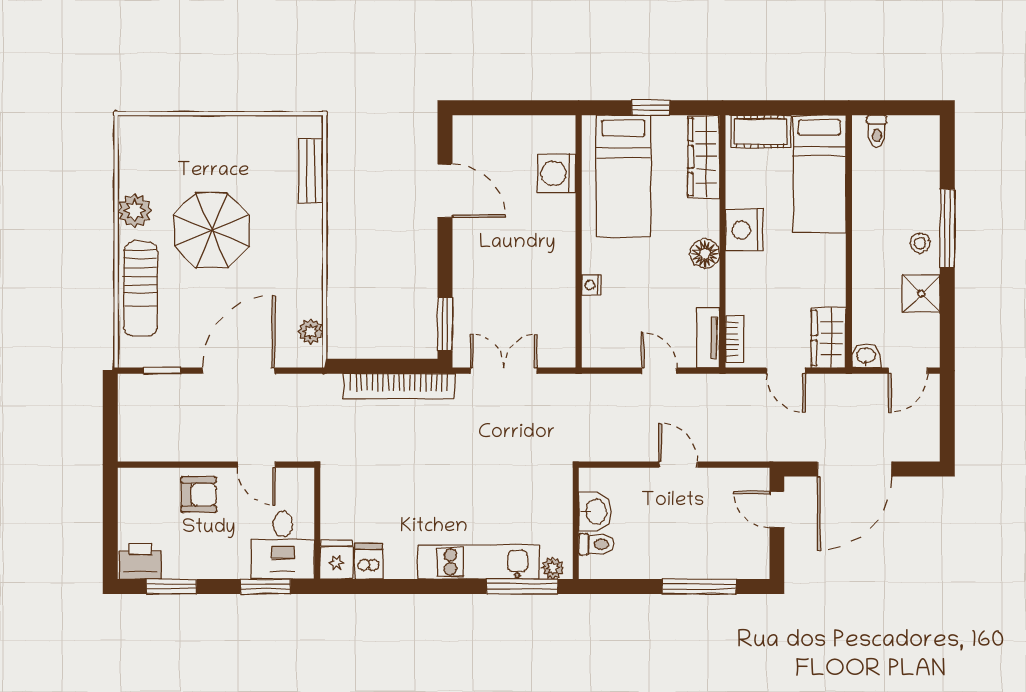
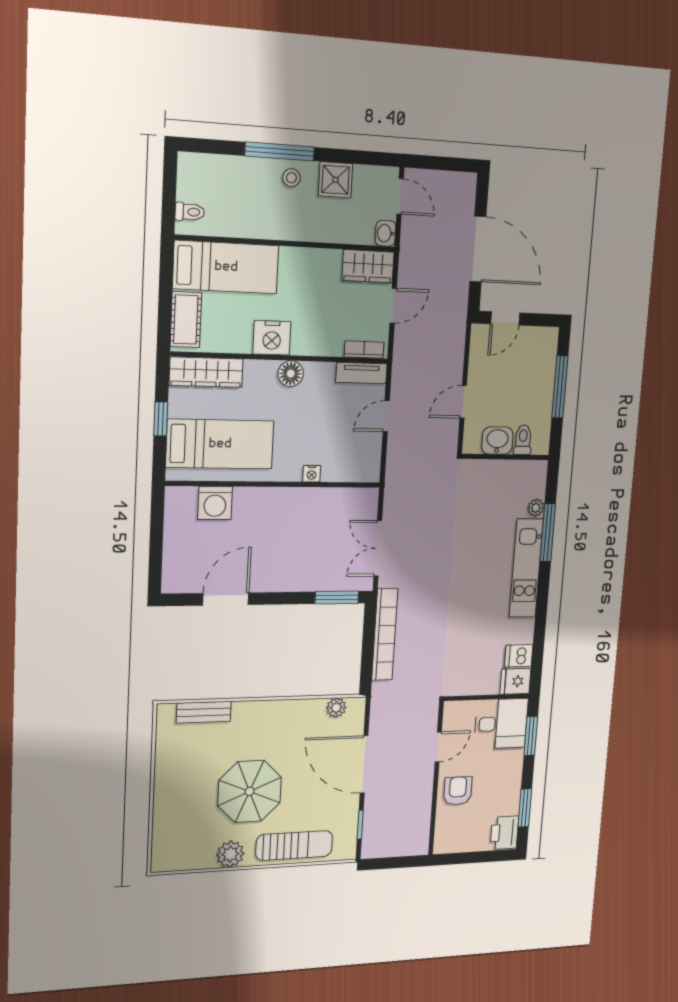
washbasin: (595, 512) -> (497, 441), moved
wall: (576, 523) -> (505, 457), moved
toilet: (596, 544) -> (523, 440), moved

